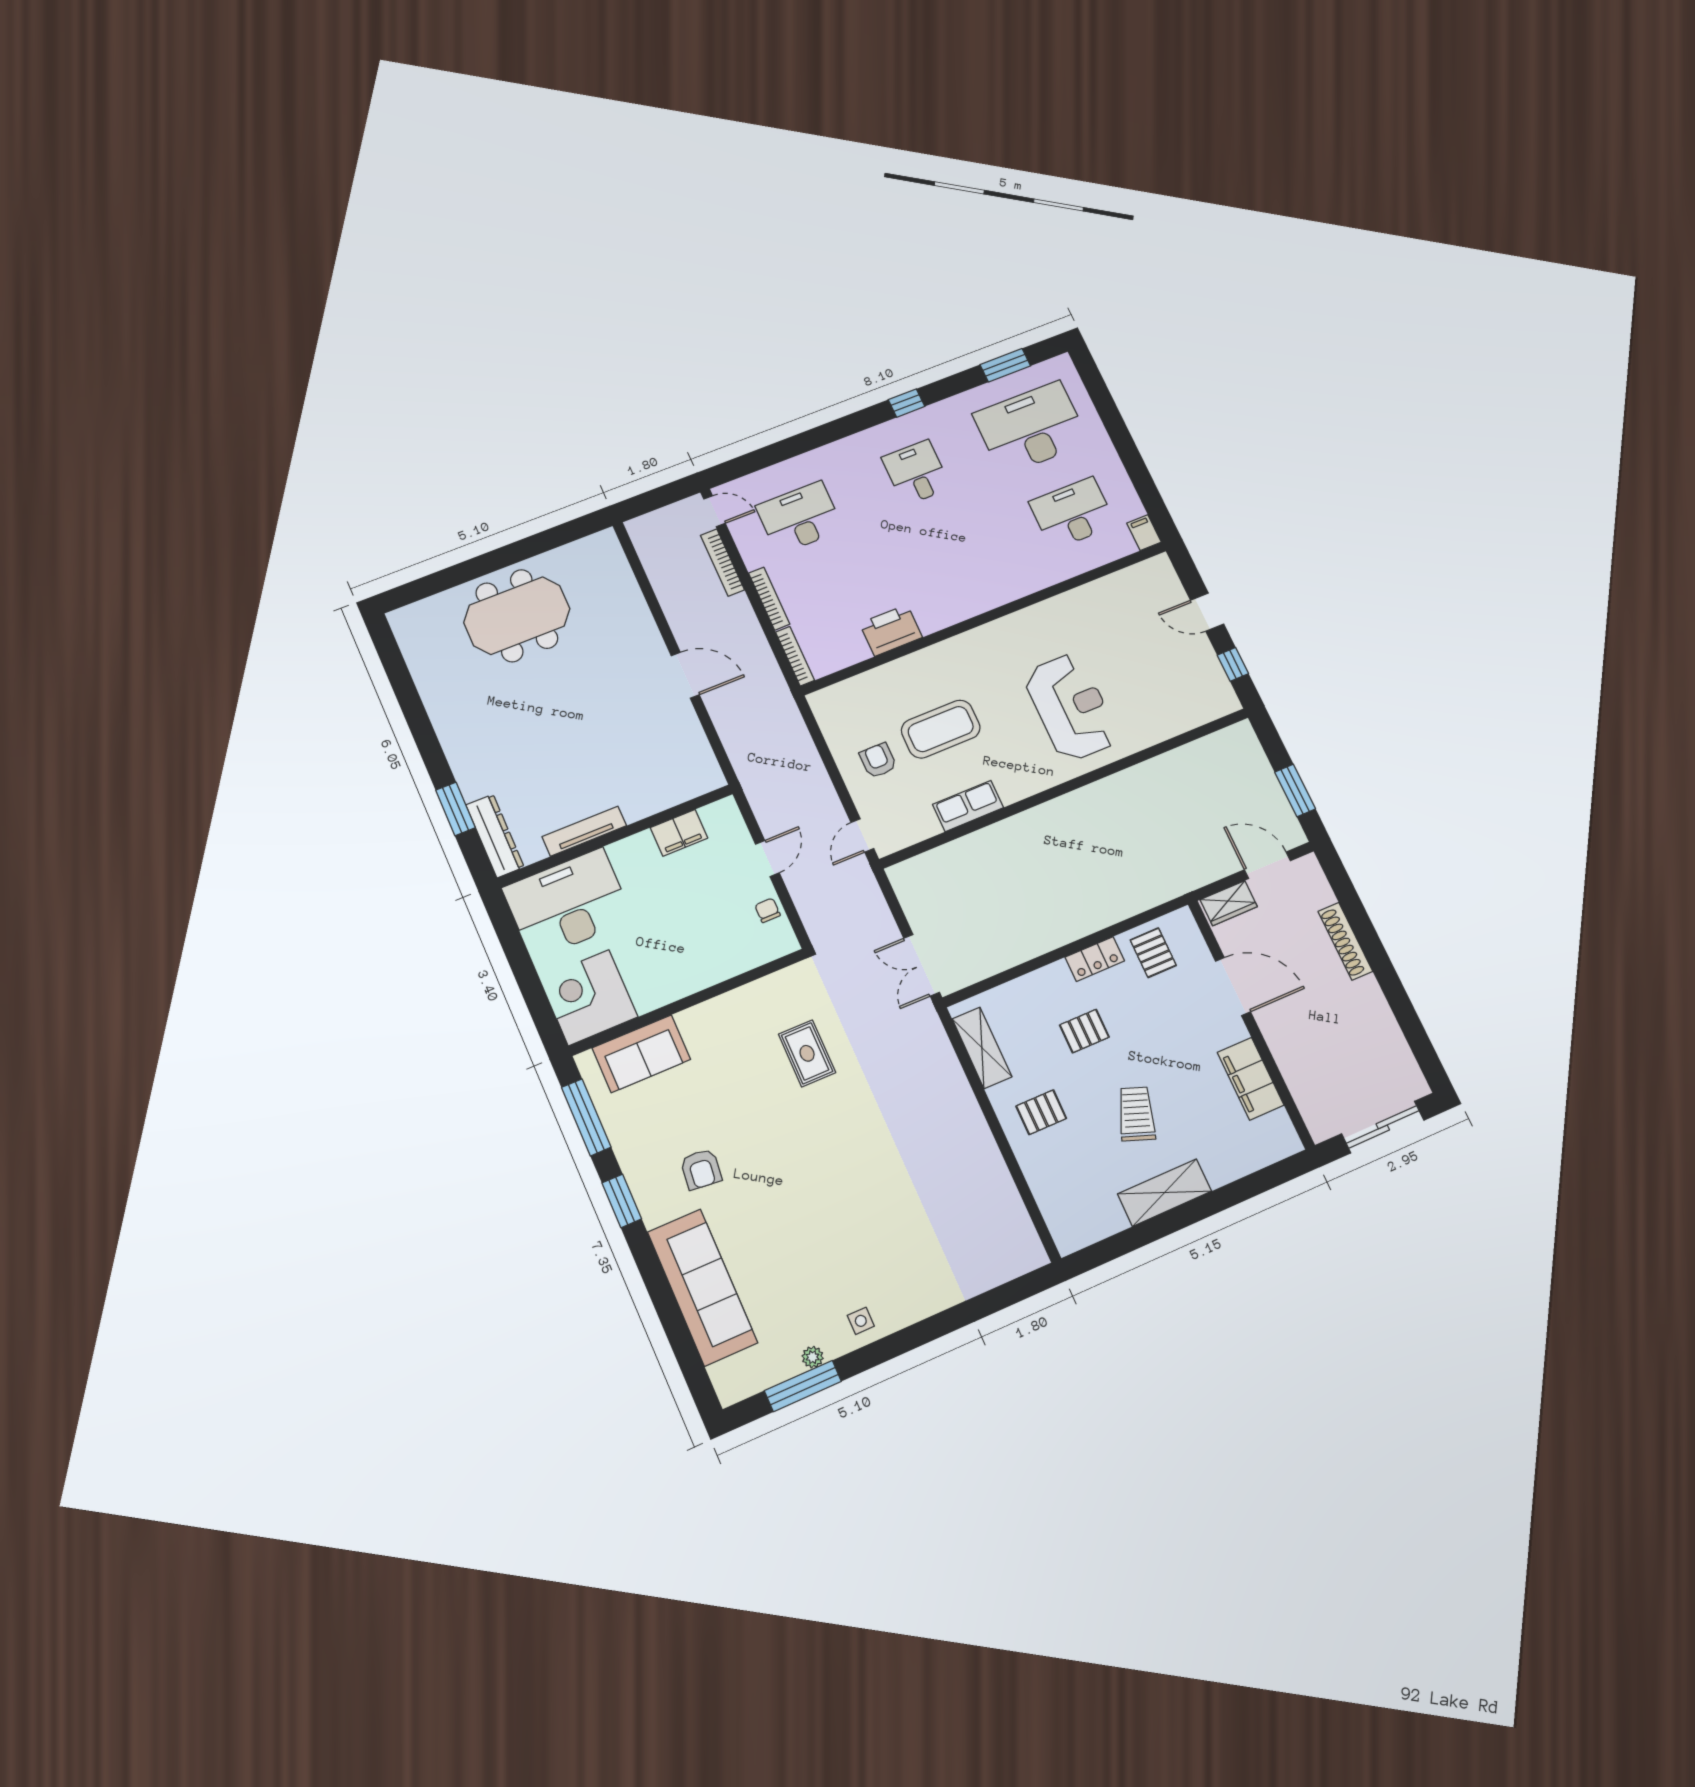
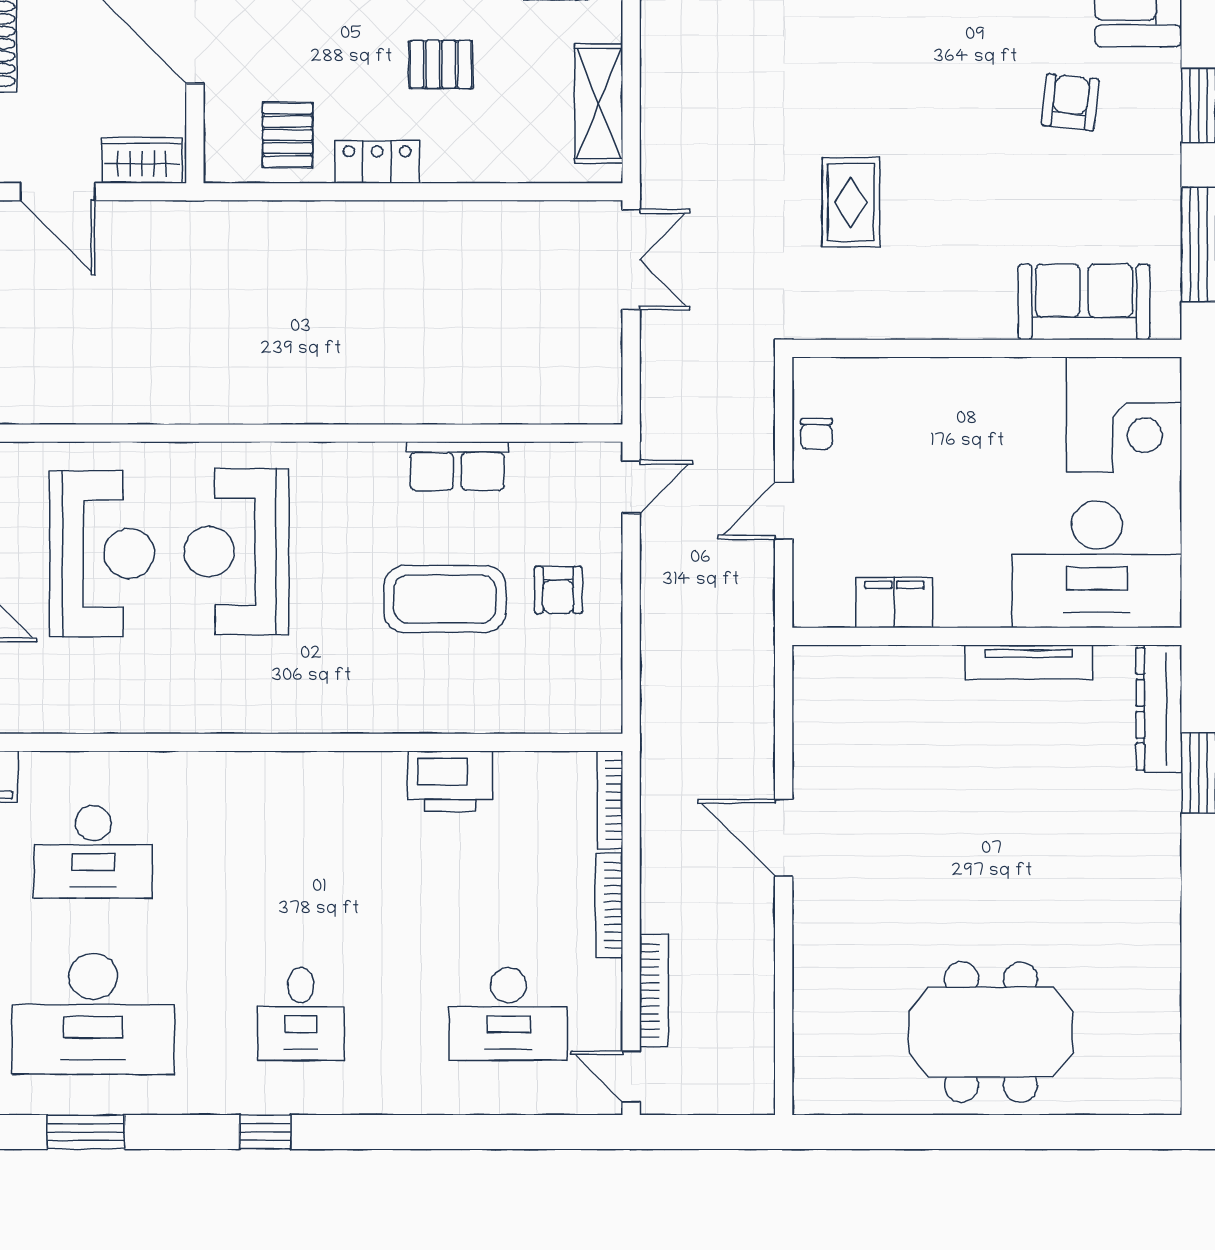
reception desk: (1145, 676) -> (102, 553), added

